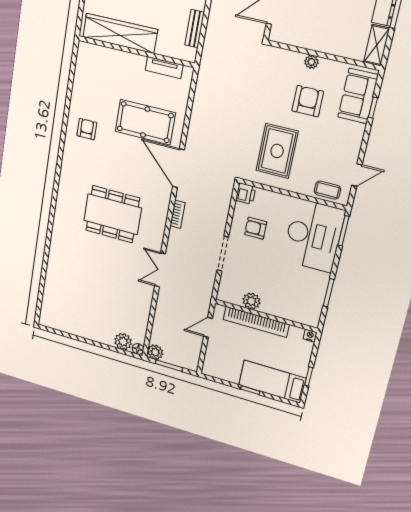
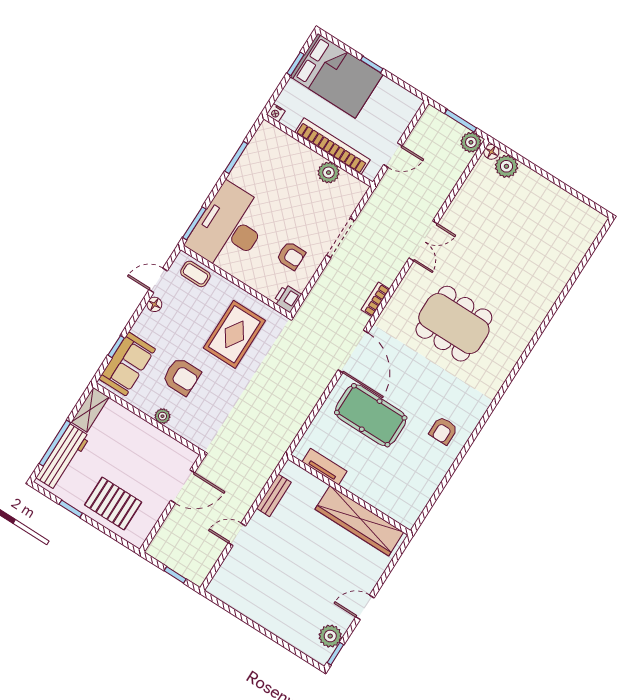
armchair: (308, 101) -> (181, 377), turned -90
floor lamp: (353, 154) -> (154, 304), added
bed: (272, 382) -> (337, 76), width x1.50

